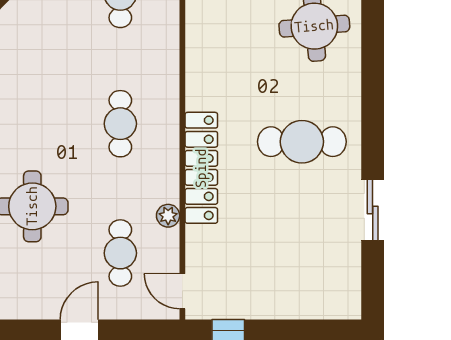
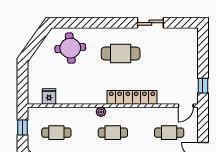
cafe table: (302, 142) -> (121, 54), turned 90
plant: (168, 216) -> (101, 112), moved

